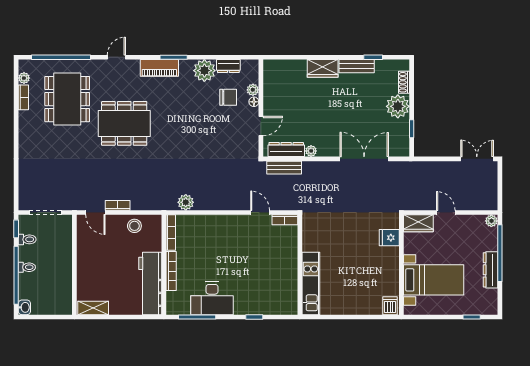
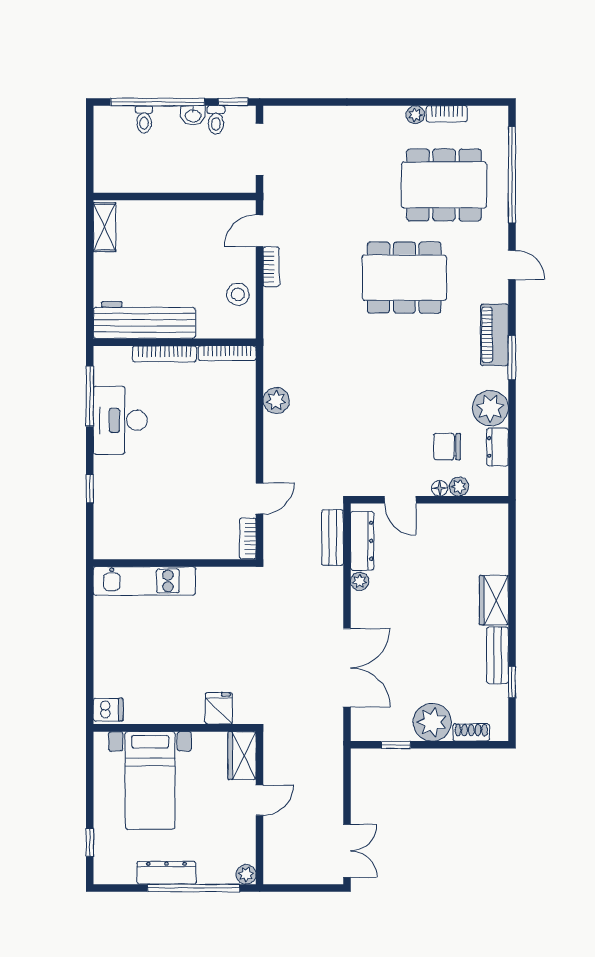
plant: (24, 78) -> (415, 115), moved
chair: (228, 97) -> (447, 447), turned 90
dining table: (124, 123) -> (404, 278), turned 90
plant: (186, 202) -> (276, 400), moved
toilet: (27, 267) -> (144, 119), moved
washbasin: (24, 307) -> (193, 115), moved

